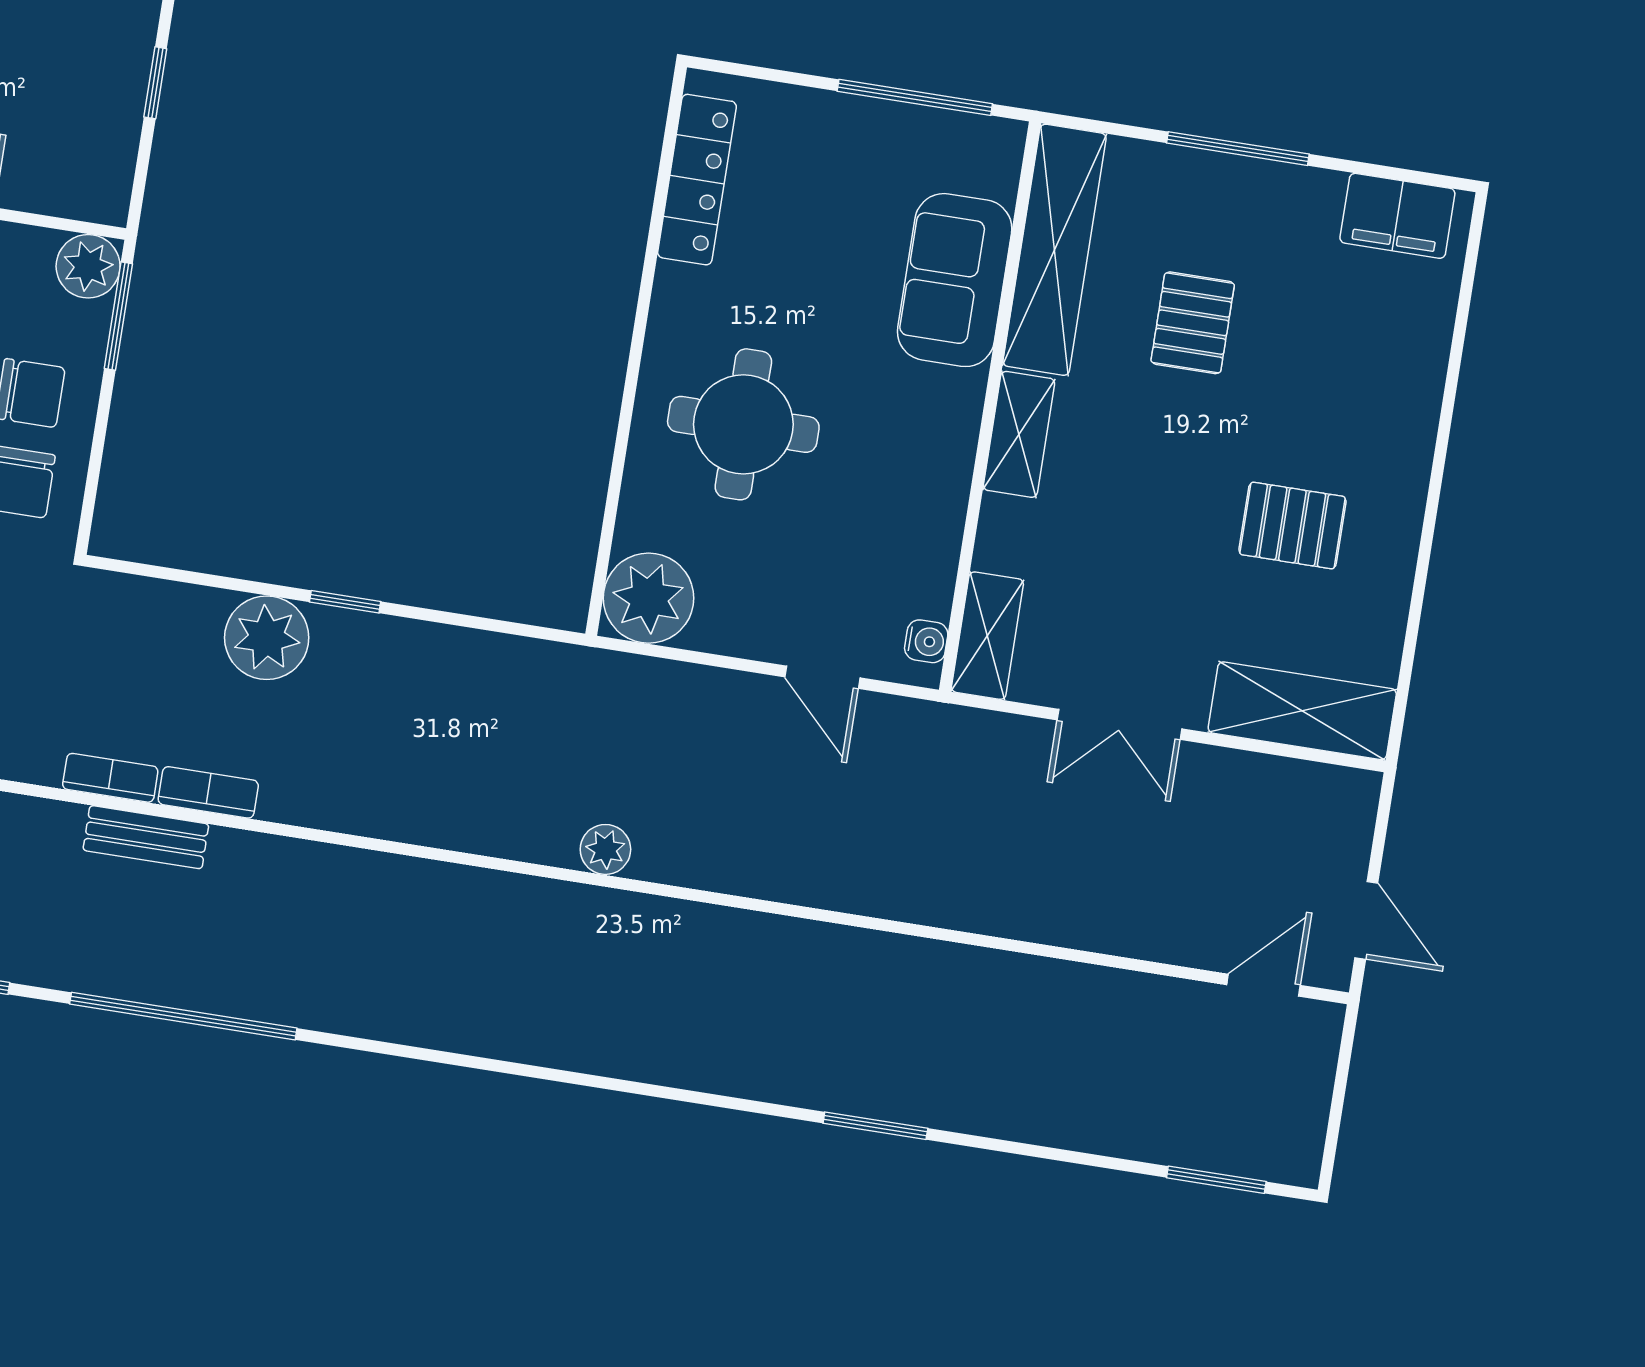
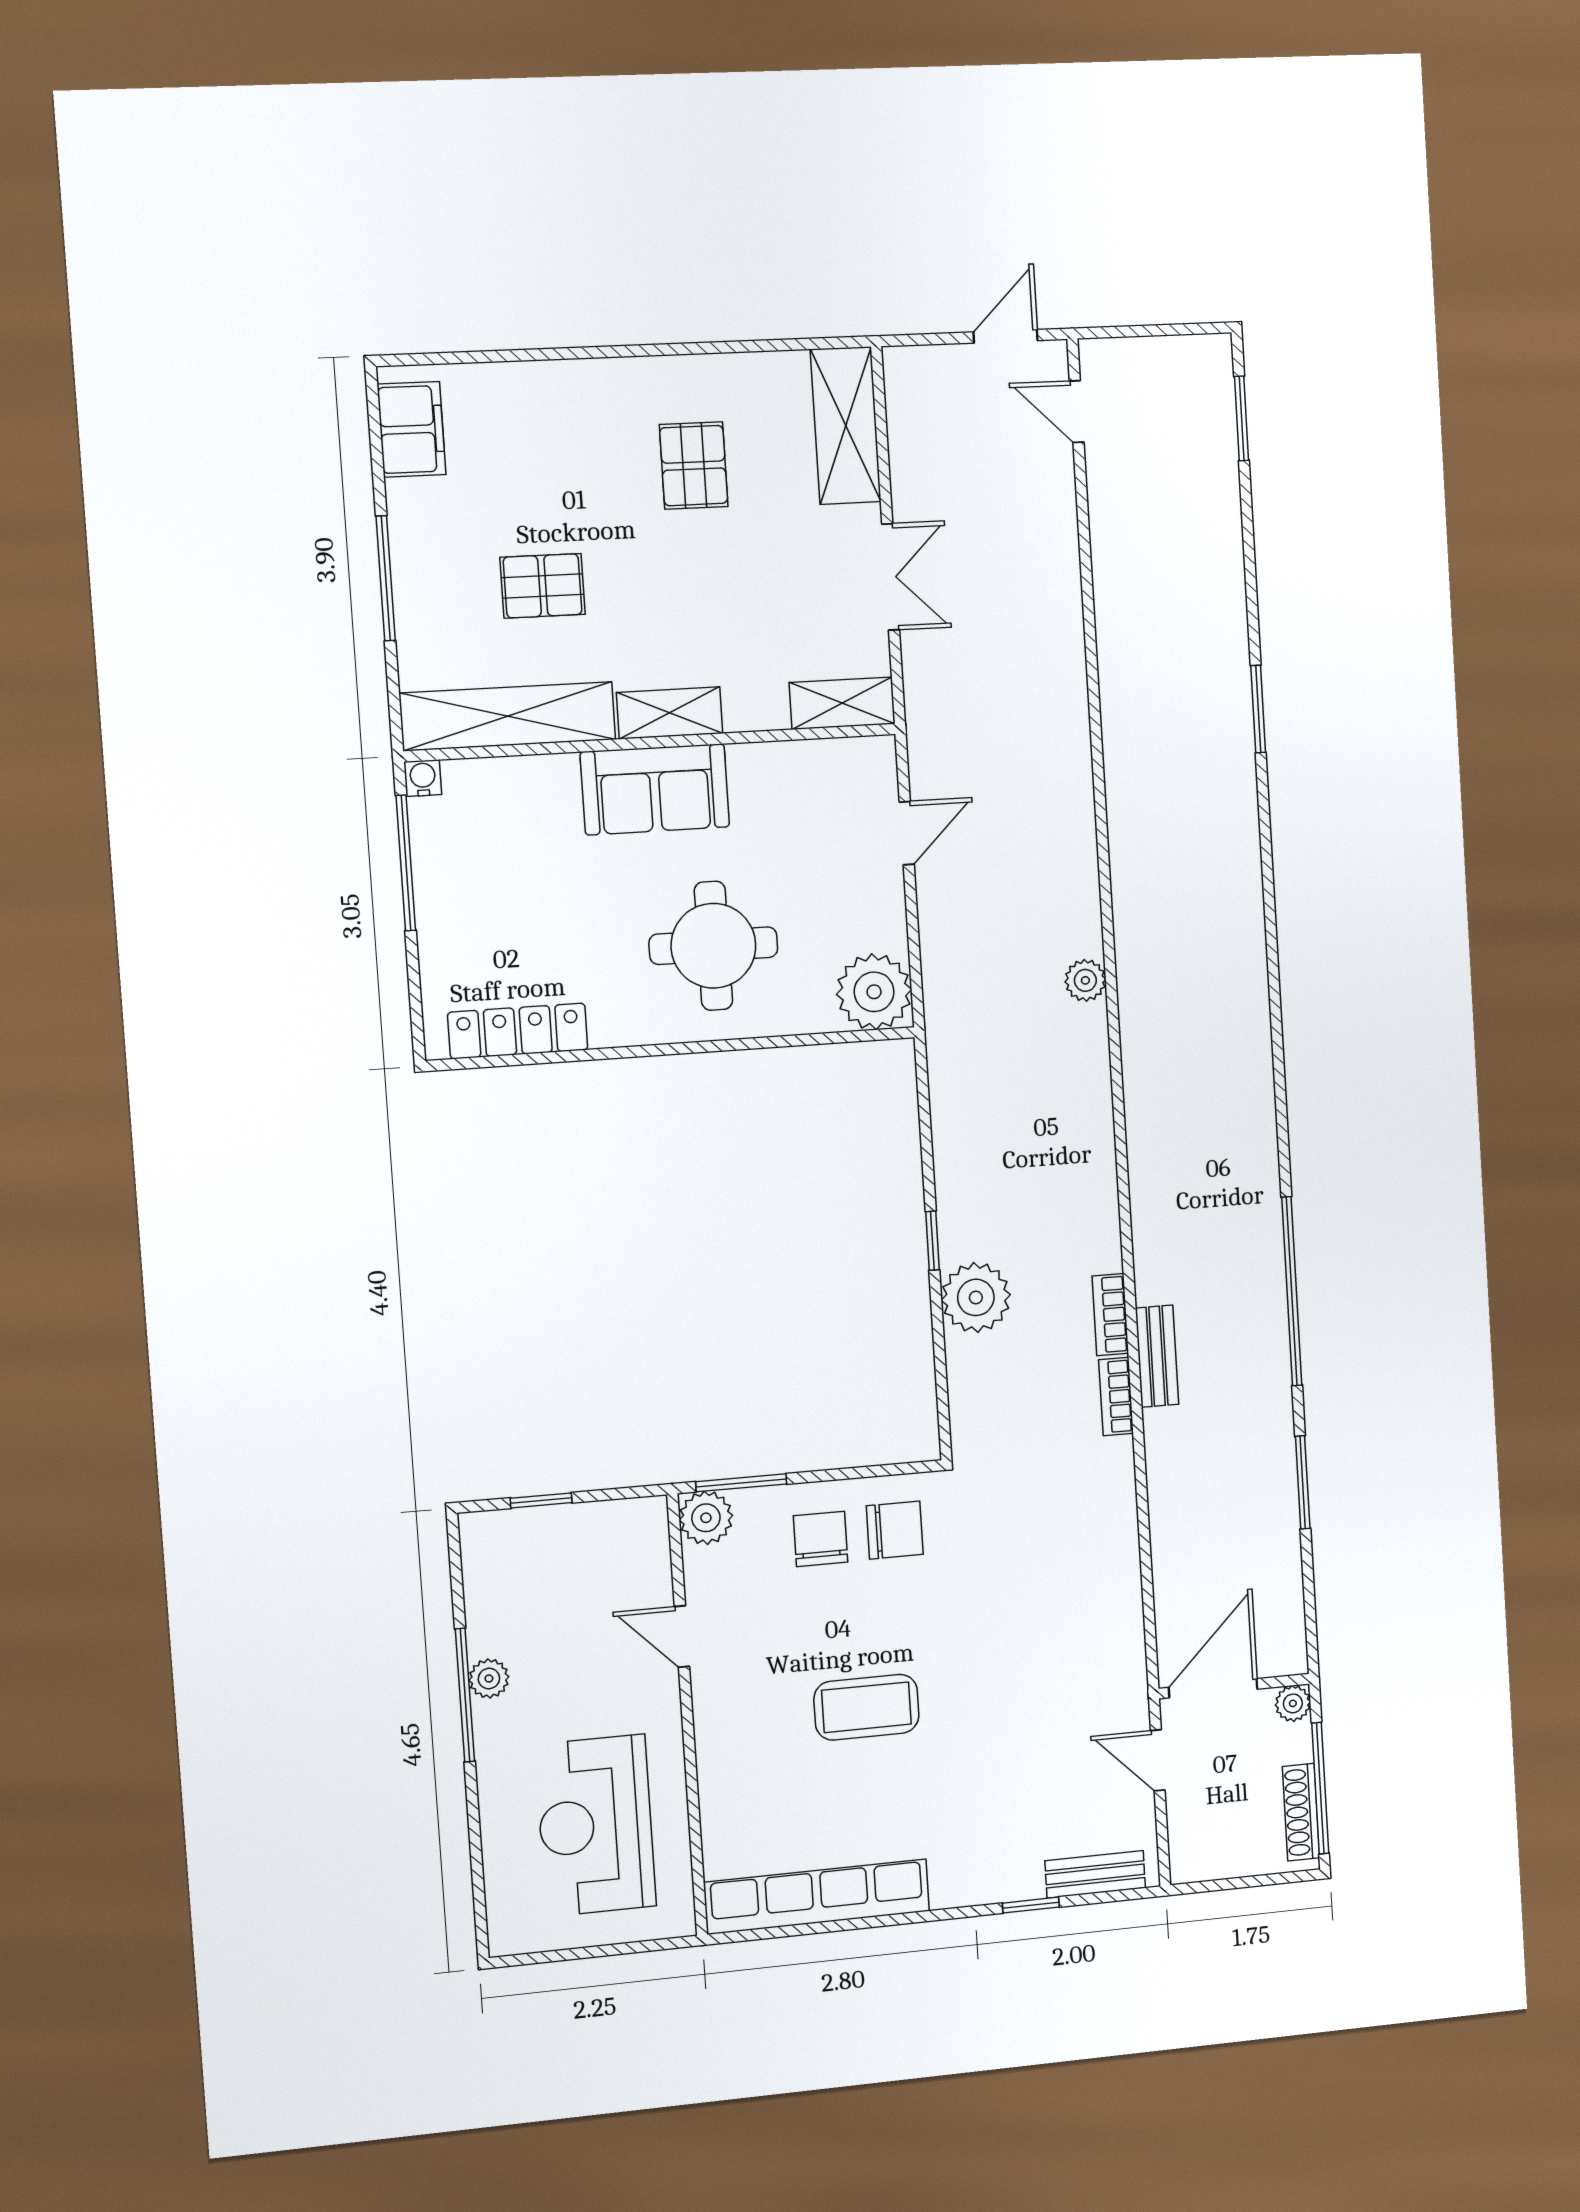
sofa: (955, 280) -> (655, 789), moved
water cooler: (926, 641) -> (423, 778), moved

